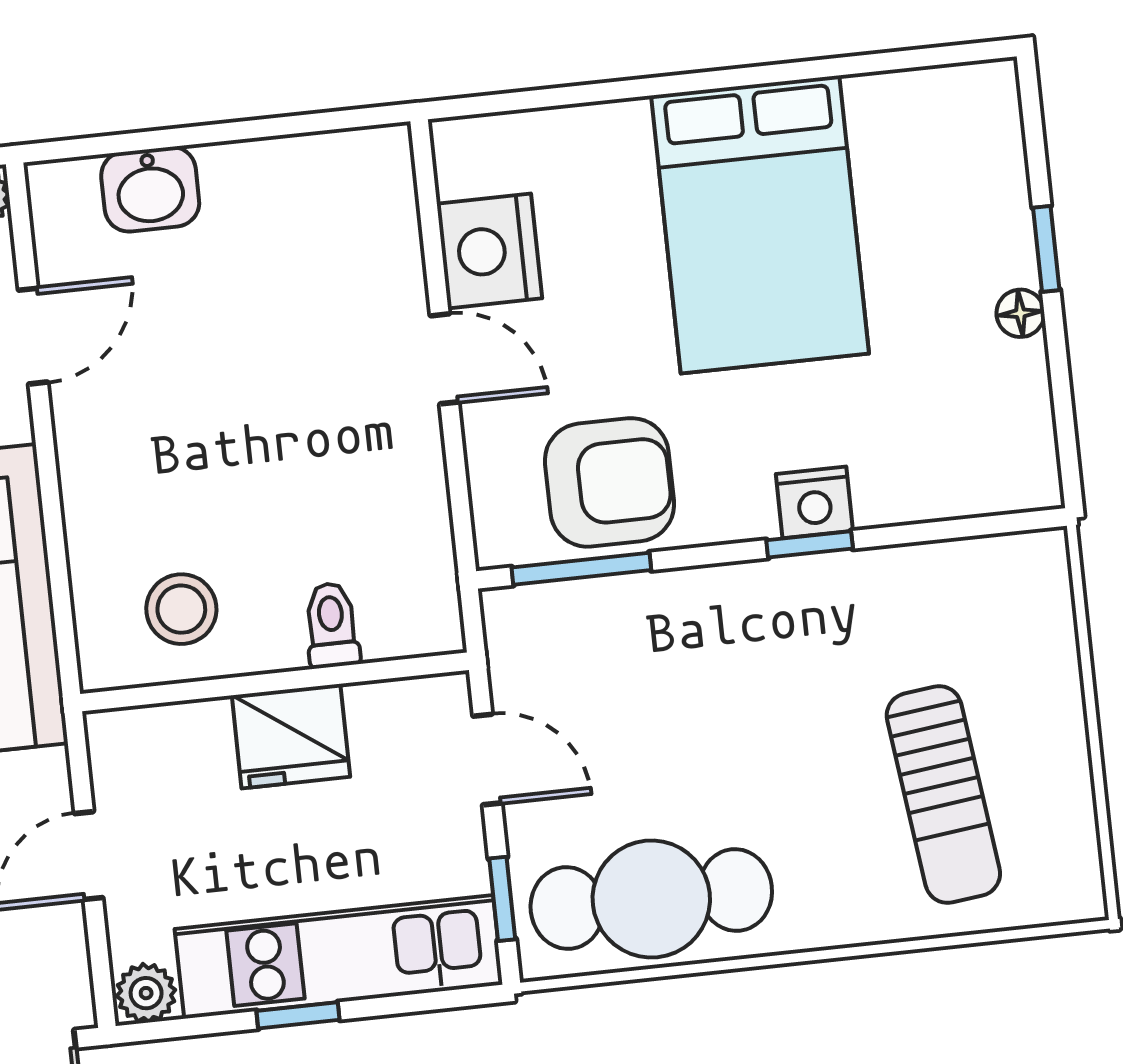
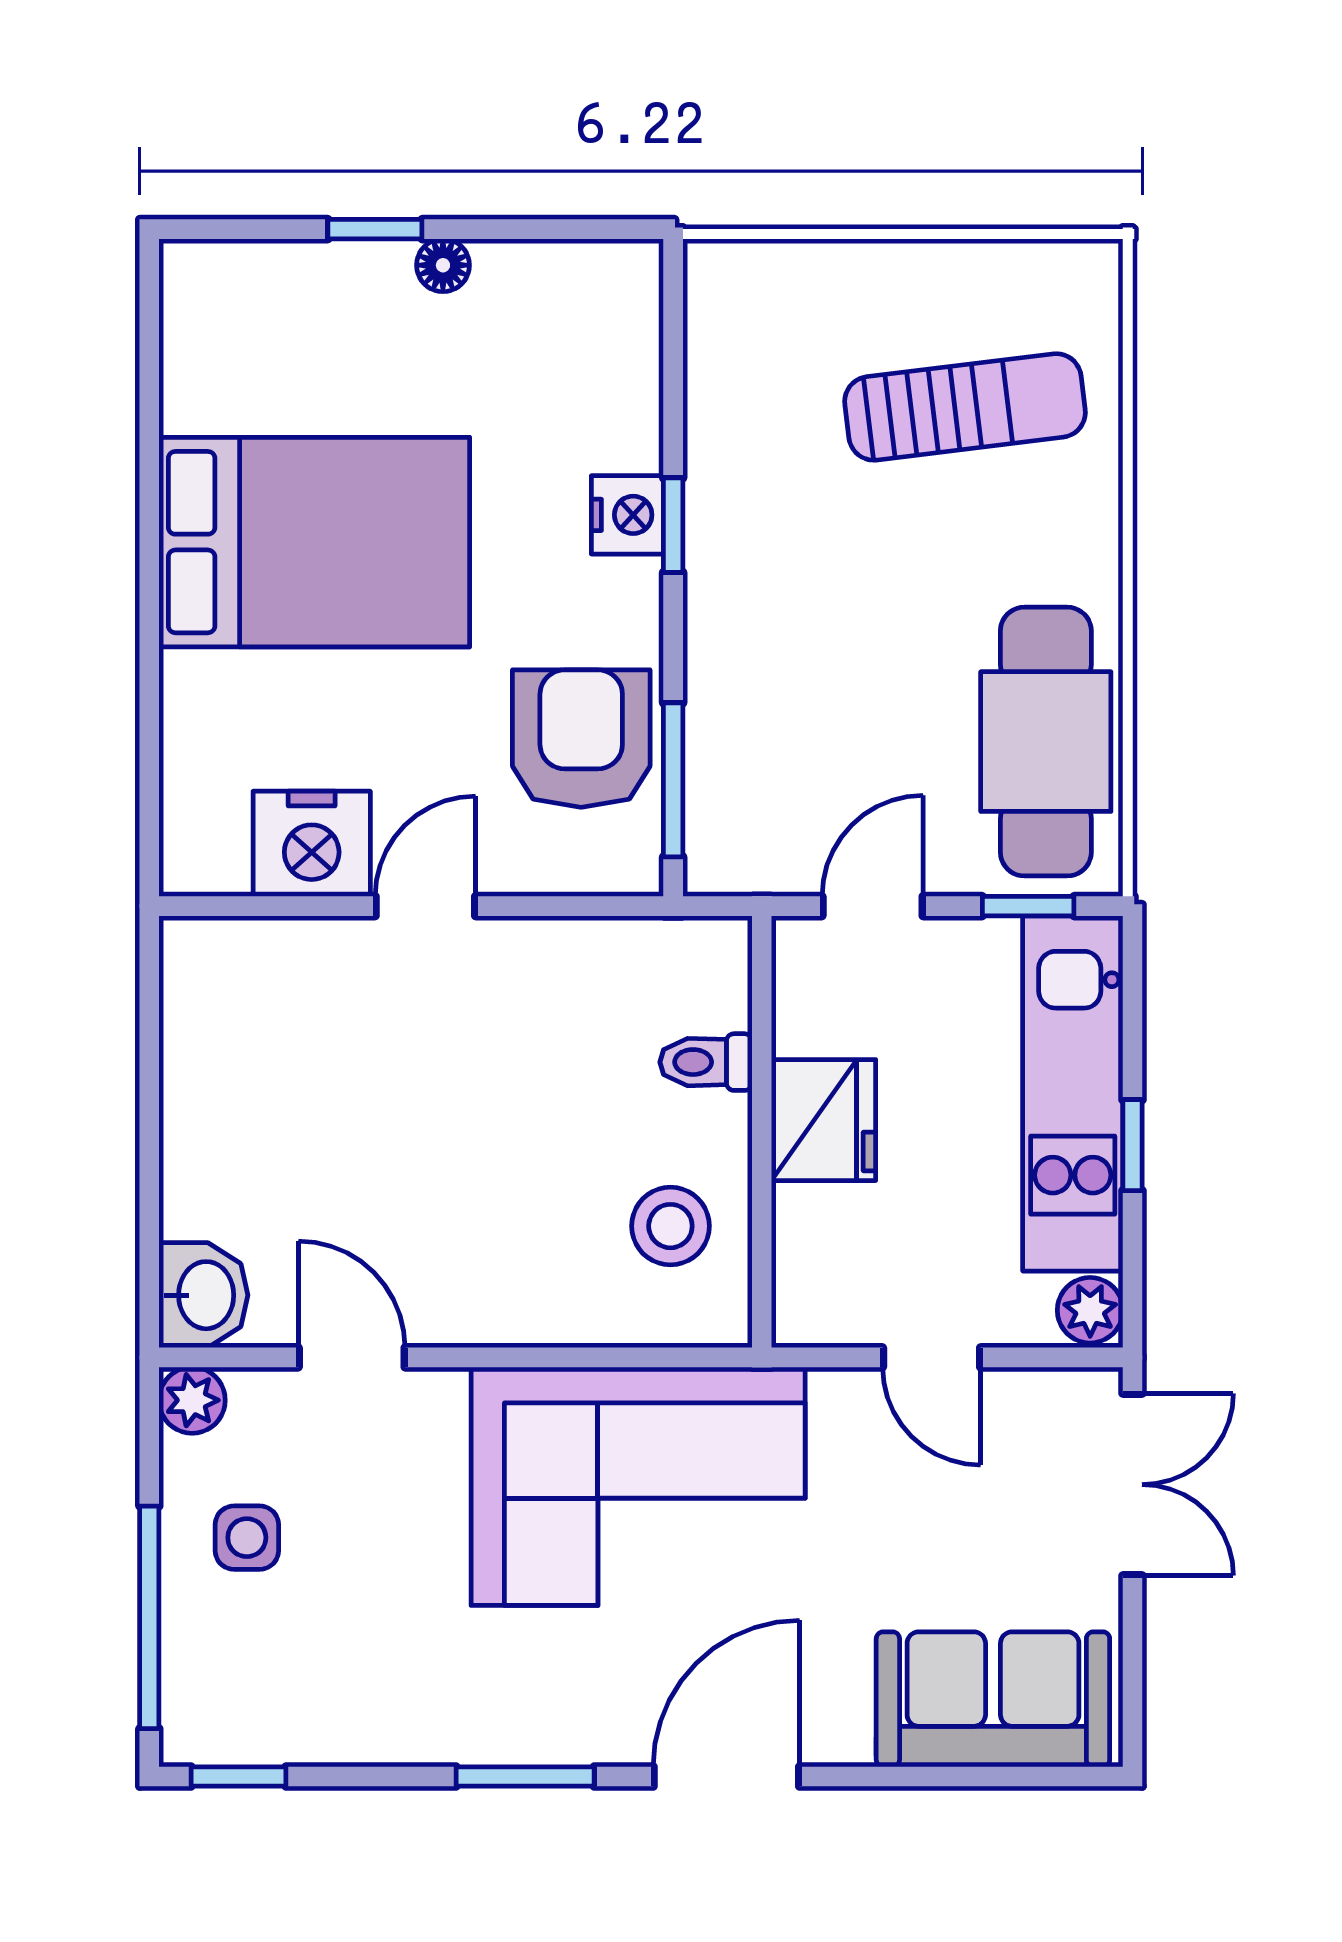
washbasin: (150, 189) -> (203, 1295), moved

